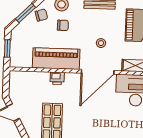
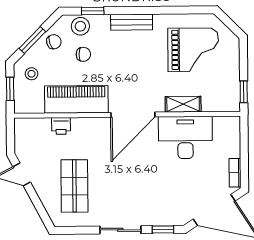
stool: (101, 43) -> (32, 74), moved
printer: (57, 78) -> (61, 126), moved

